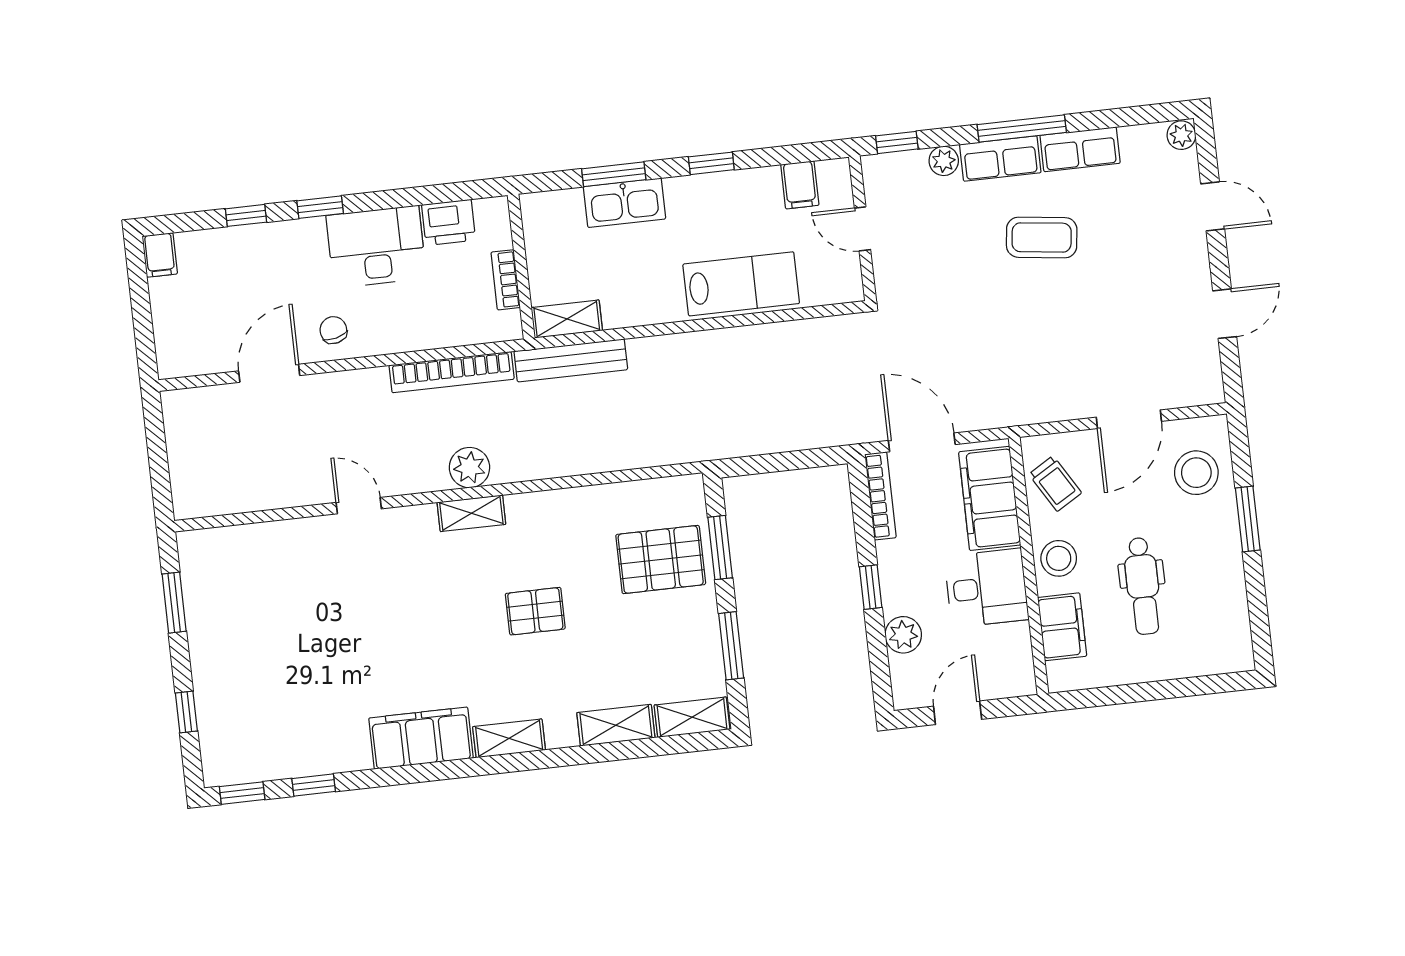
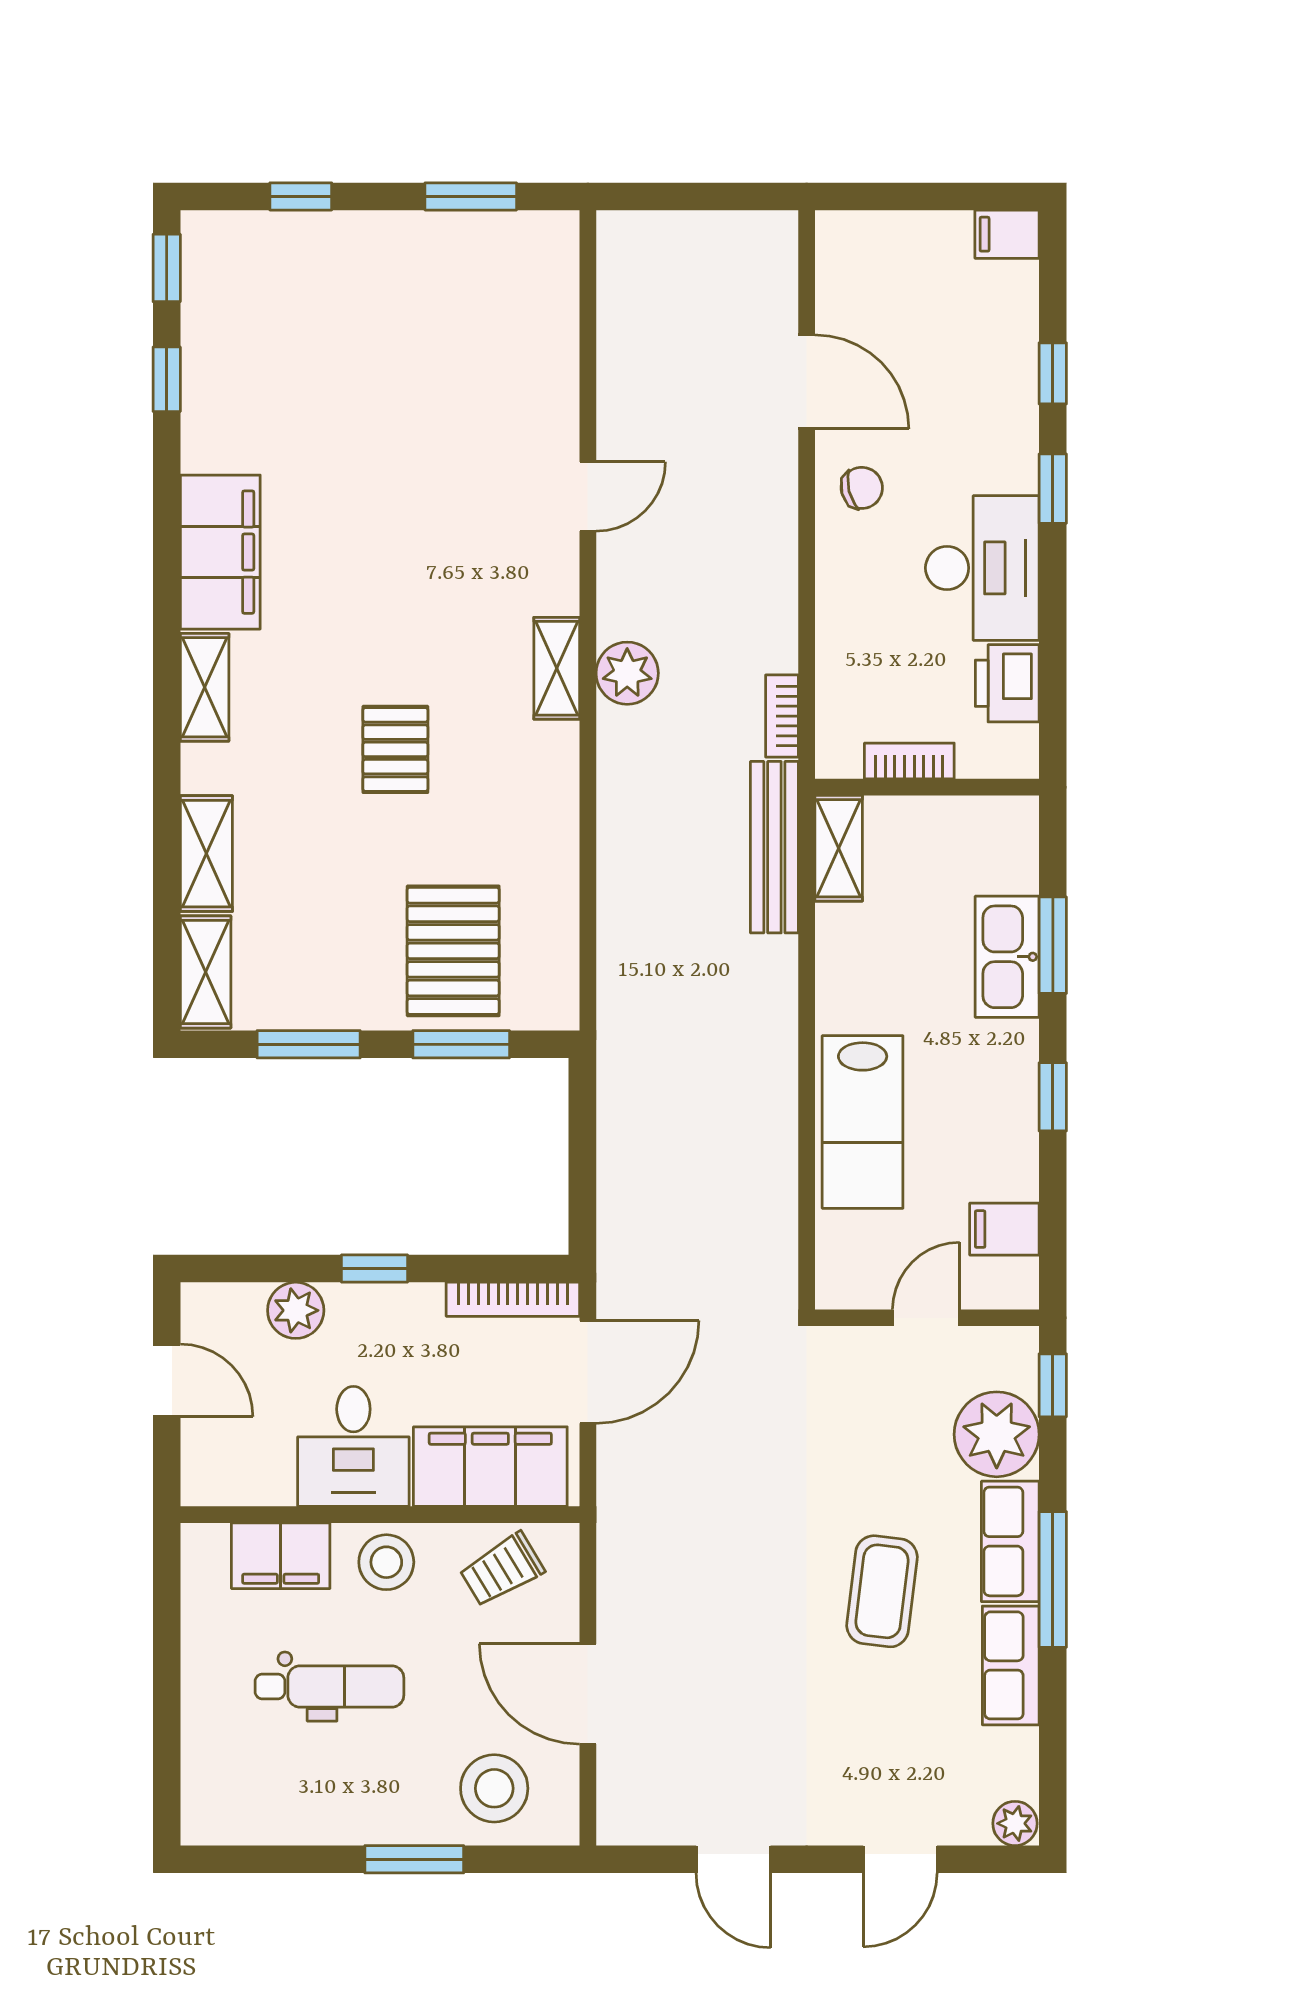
plant: (944, 161) -> (997, 1434), width x1.88, depth x1.88
bookcase: (452, 372) -> (782, 716), width x0.43, depth x0.76
dental chair: (1143, 586) -> (329, 1686), turned 180

